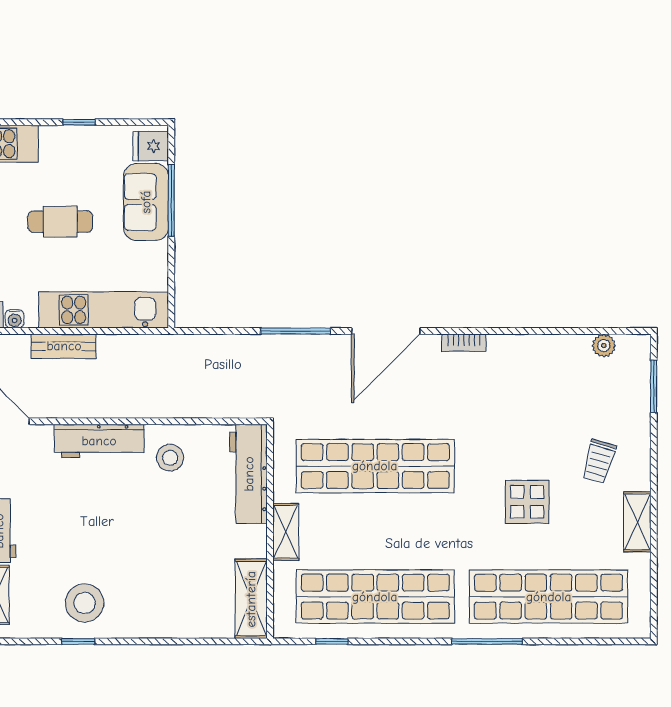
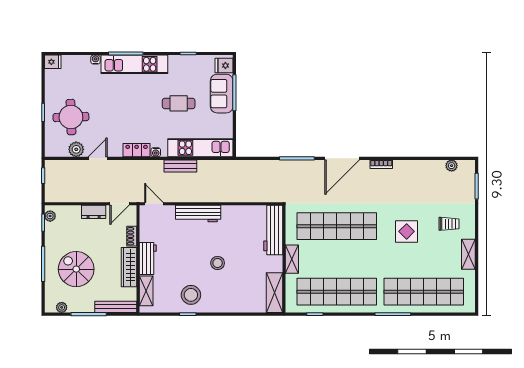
stool: (170, 458) -> (218, 263), moved
trolley: (599, 461) -> (449, 224), turned -106
display table: (527, 502) -> (407, 231), moved

